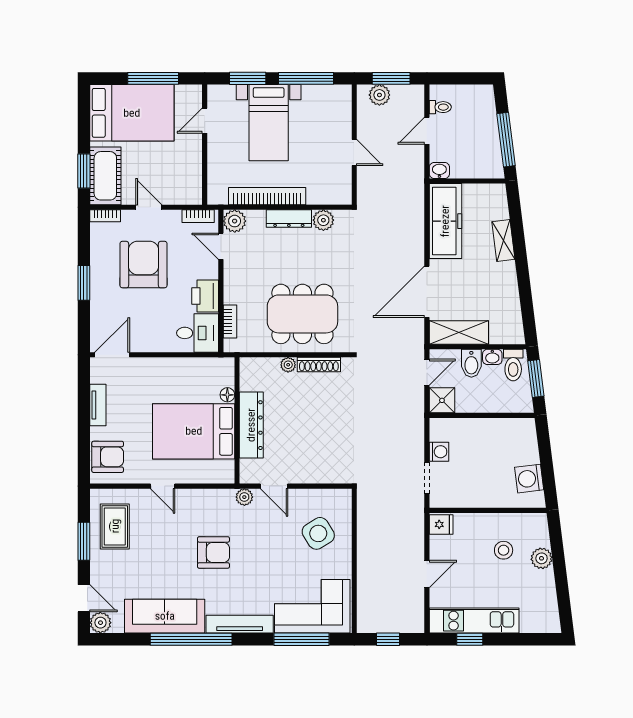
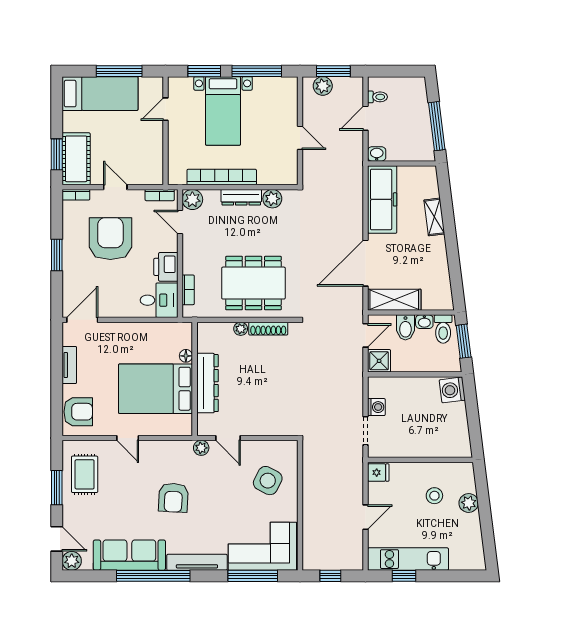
bed: (132, 113) -> (100, 94), width x0.67
washing machine: (529, 479) -> (452, 390), moved
side table: (318, 533) -> (268, 481), turned -31
armchair: (213, 552) -> (173, 498), turned 93

